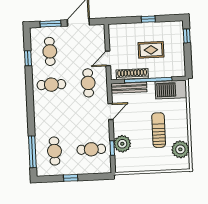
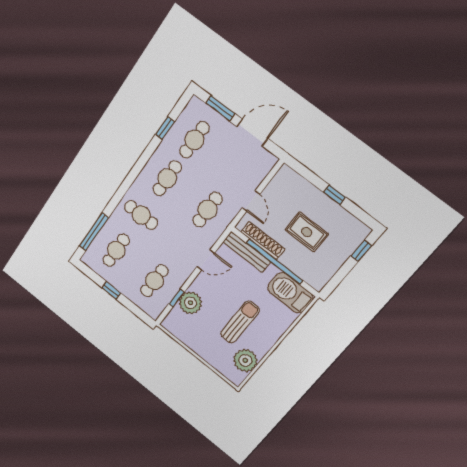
door: (108, 58) -> (251, 201), swing flipped
cafe table: (51, 85) -> (167, 178), turned 90
cafe table: (53, 118) -> (141, 215), added
cafe table: (91, 149) -> (154, 281), turned 90

